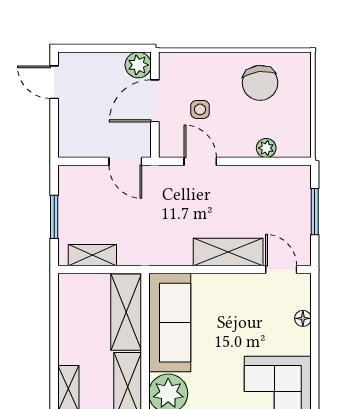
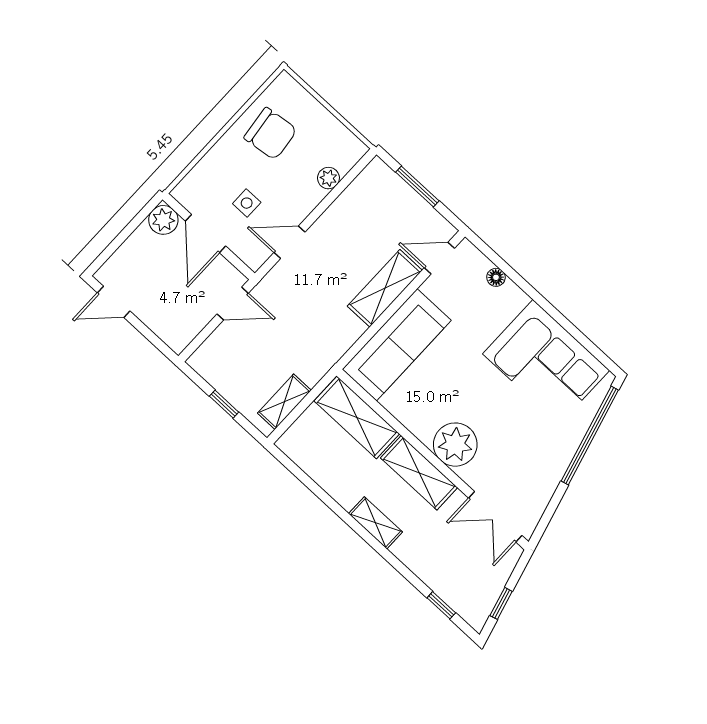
window: (54, 217) -> (224, 404), width x0.67
sofa: (170, 323) -> (397, 345), moved, turned 90

